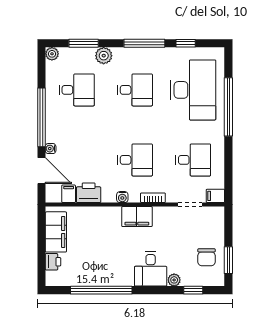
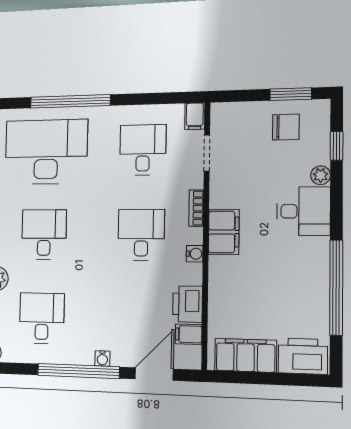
water cooler: (51, 149) -> (102, 358), moved
printer: (53, 262) -> (303, 356), width x1.87, depth x1.48

